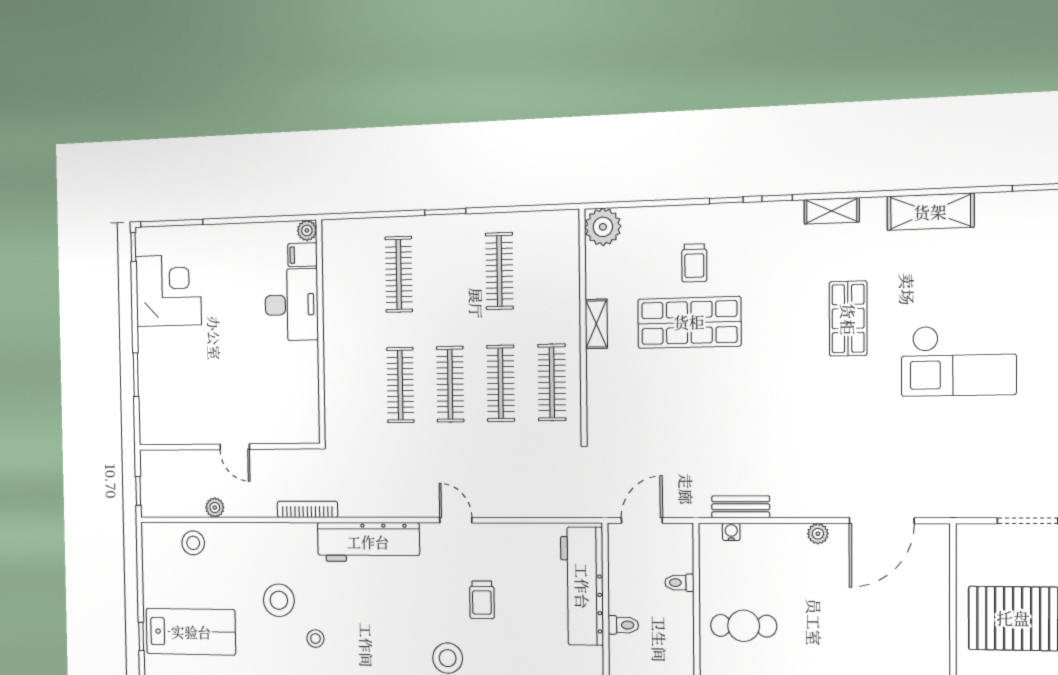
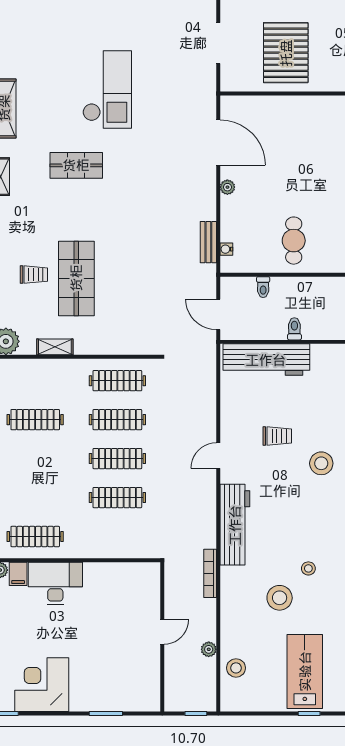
clothes rail: (399, 274) -> (35, 537), moved
shelving: (596, 324) -> (55, 347), moved

